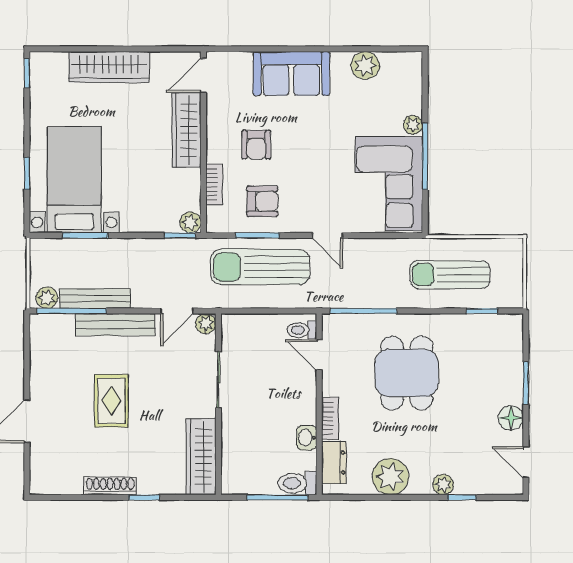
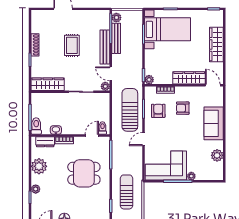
armchair: (262, 201) -> (158, 111), turned 180
rug: (111, 401) -> (72, 45), turned 90

